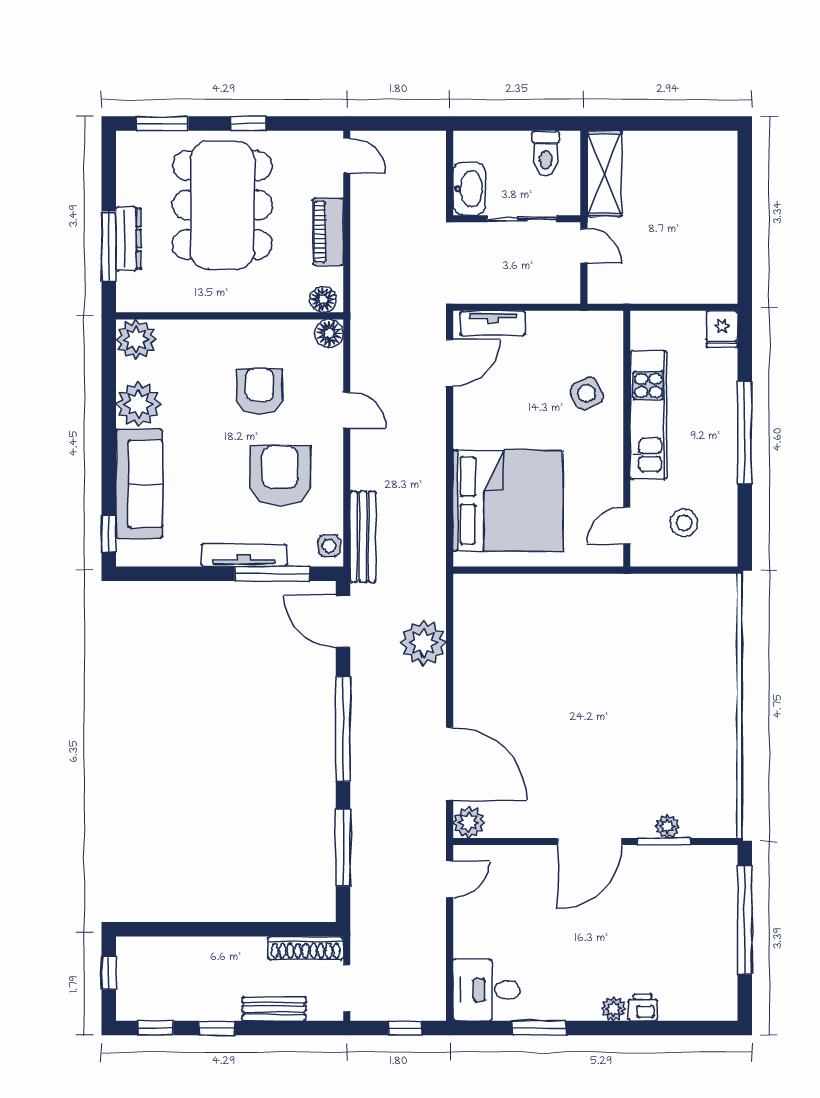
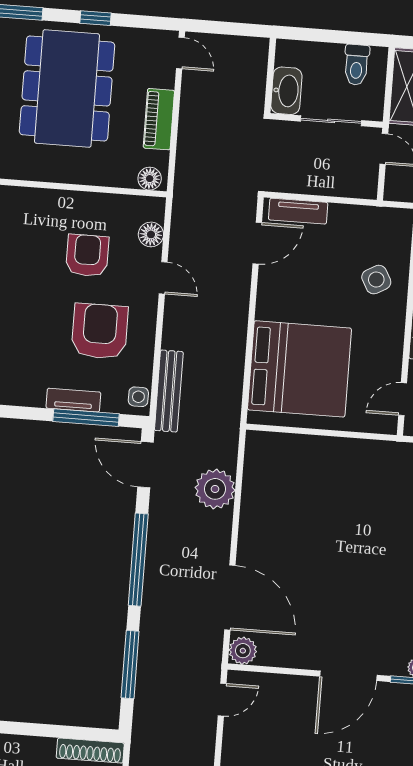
floor lamp: (329, 333) -> (151, 234), moved
tv unit: (244, 555) -> (73, 400), width x0.71

